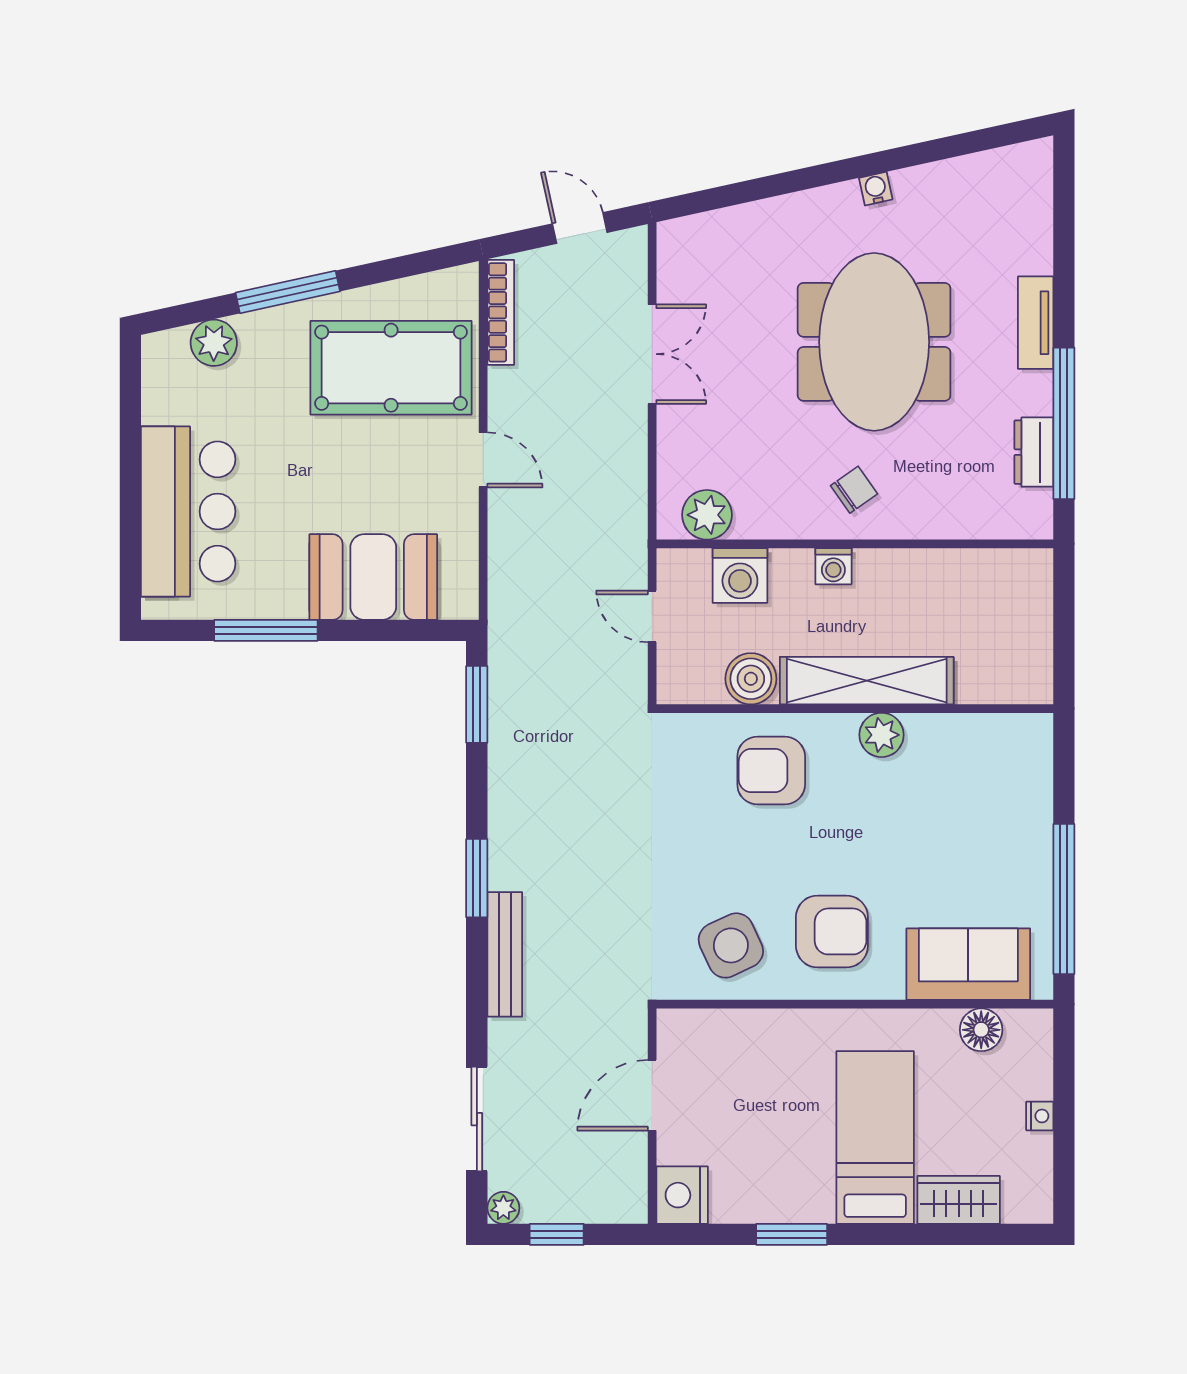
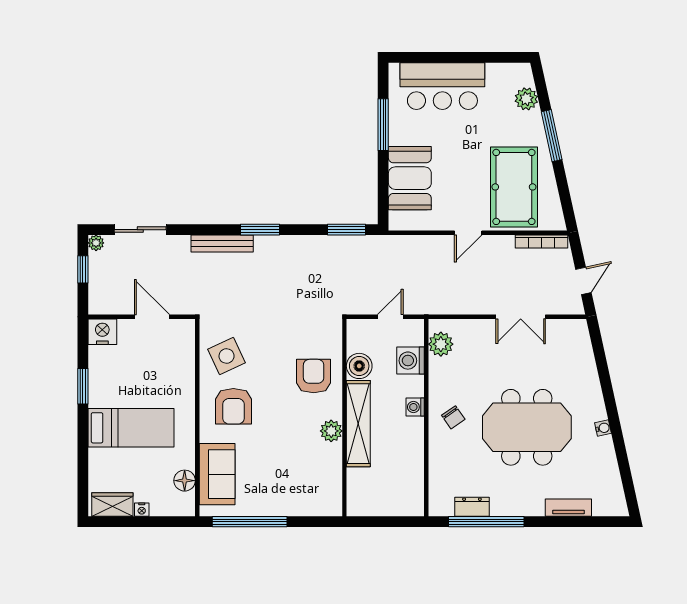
tv unit: (1036, 323) -> (568, 508), moved
wardrobe: (959, 1200) -> (112, 504), moved, turned -90

